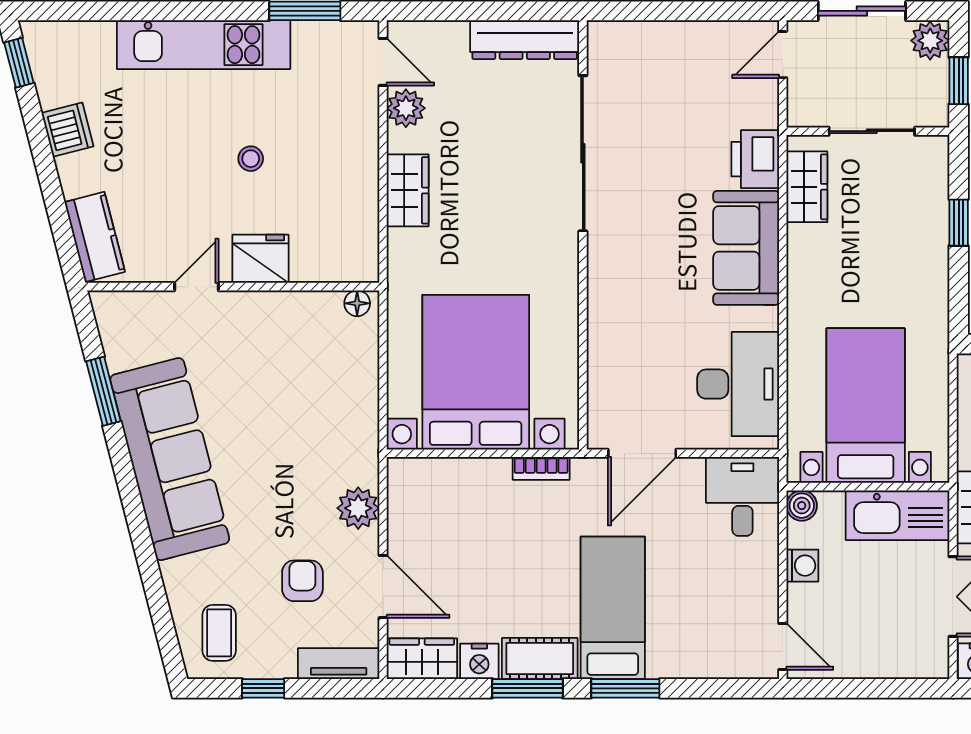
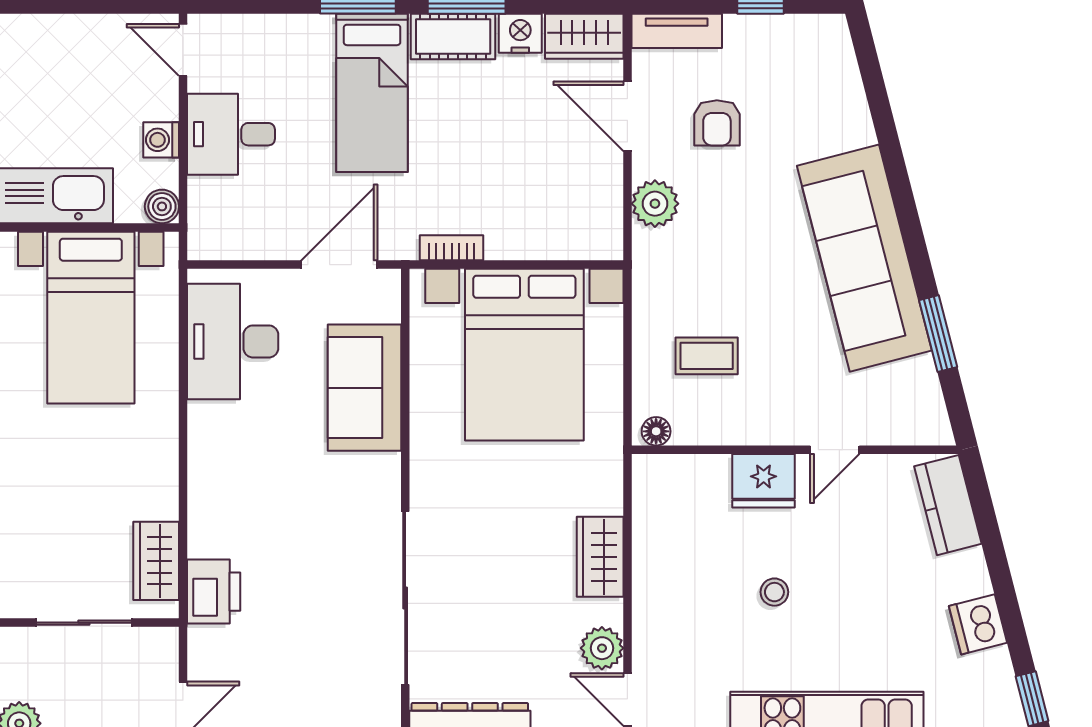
sofa: (746, 248) -> (364, 388), moved, turned 180
desk: (742, 496) -> (231, 134), moved, turned 90
coffee table: (219, 633) -> (707, 356), moved, turned 90

